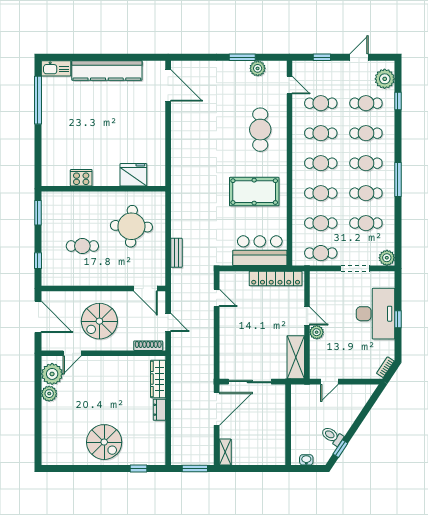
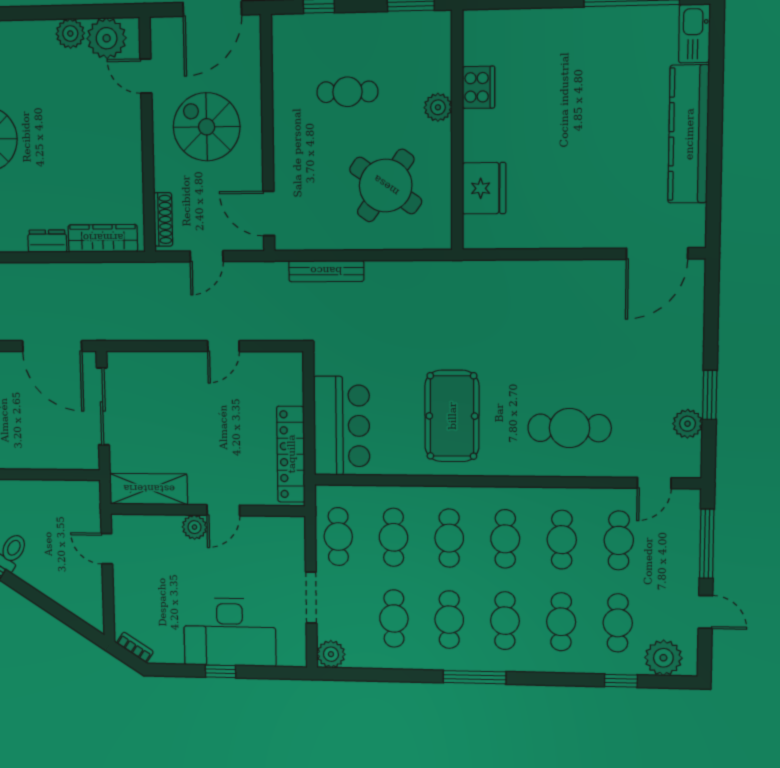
window: (322, 57) -> (707, 544), width x2.17
plant: (91, 199) -> (438, 107), added
round table: (131, 226) -> (386, 186), turned 32
cafe table: (82, 246) -> (347, 92), turned 90
bench: (176, 253) -> (326, 271), width x1.36
door: (146, 289) -> (269, 213), hinge flipped
door: (217, 298) -> (223, 346), moved

